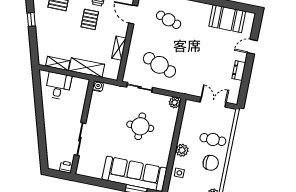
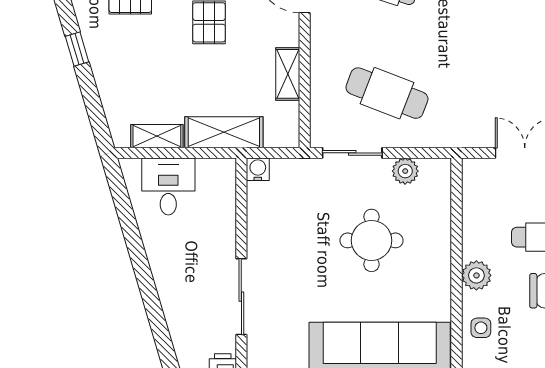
plant: (175, 102) -> (405, 171), moved

